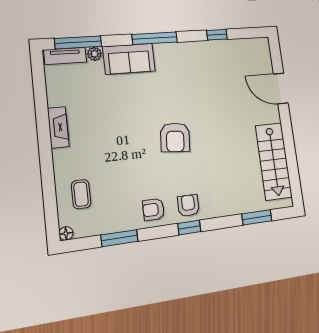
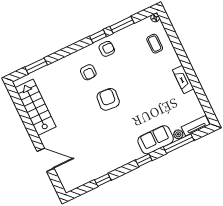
window: (155, 38) -> (144, 160), width x0.46
window: (78, 42) -> (179, 144), moved
armchair: (188, 205) -> (88, 72), moved
window: (189, 228) -> (98, 36), moved

